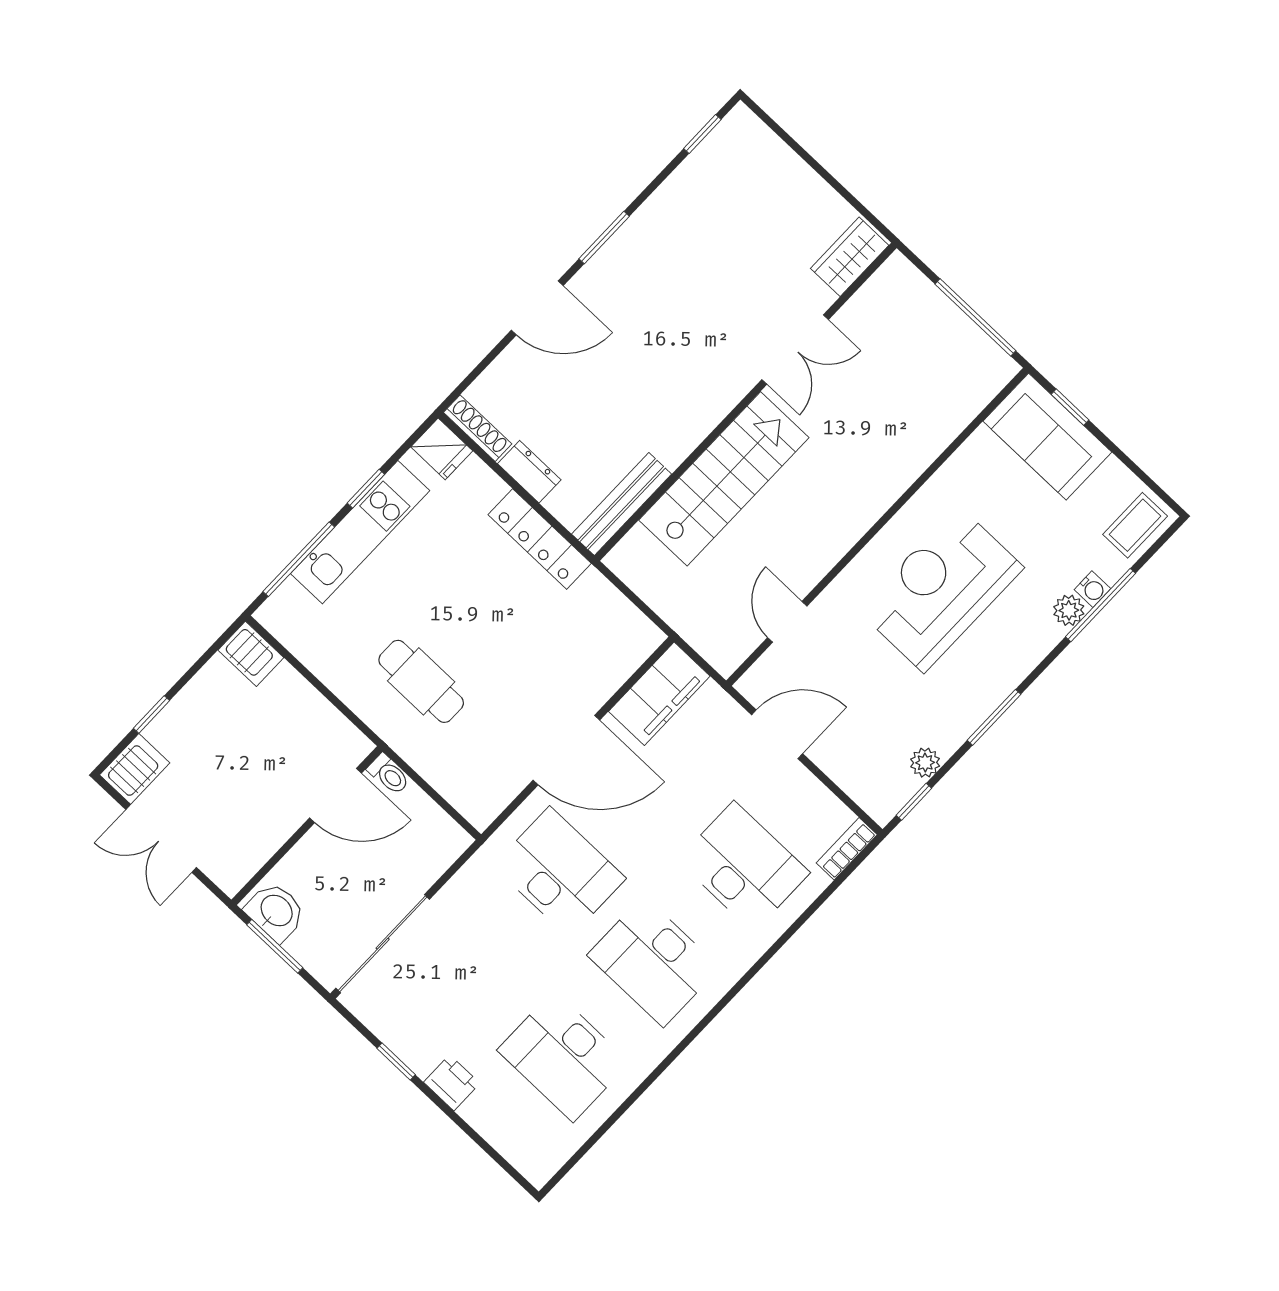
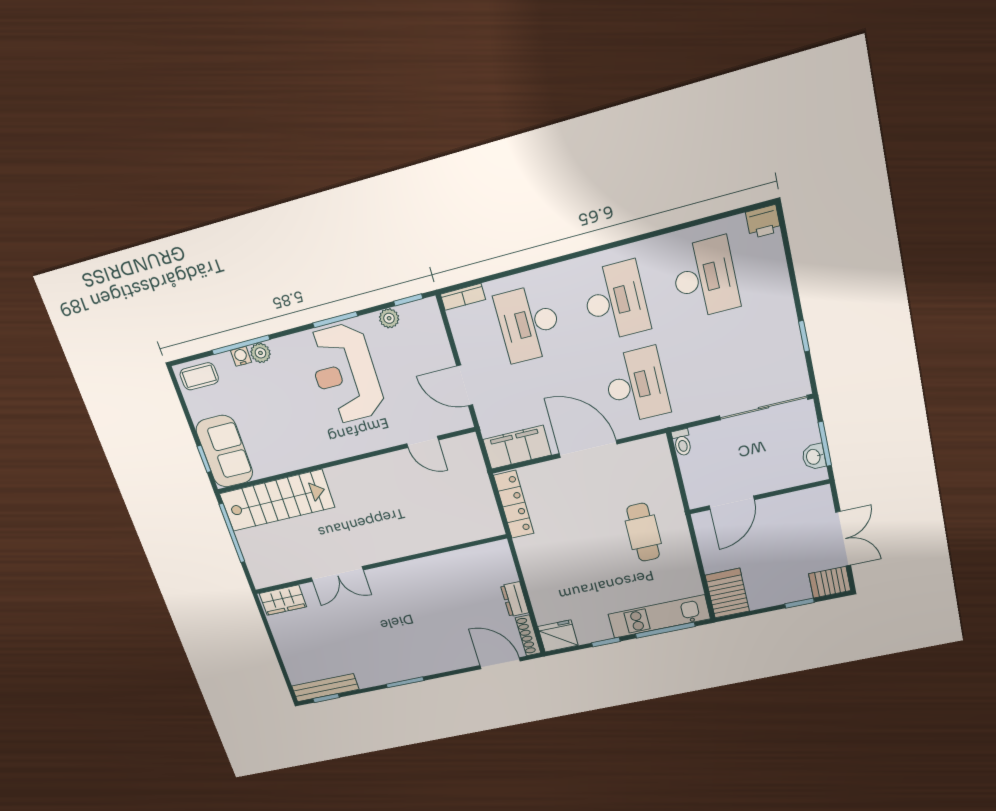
door: (537, 308) -> (500, 663), moved
double door: (795, 350) -> (337, 574), swing flipped
fridge: (442, 449) -> (558, 636), width x1.38
stairs: (724, 479) -> (277, 500), moved, turned 180
bench: (622, 504) -> (325, 688), moved
kitchen unit: (360, 532) -> (659, 617), moved
locker: (540, 539) -> (514, 504), moved
reception desk: (941, 589) -> (345, 374), moved, turned 90
door: (787, 622) -> (423, 442), hinge flipped
server rack: (251, 654) -> (727, 593), width x1.36, depth x1.44
toilet: (389, 774) -> (682, 442), moved, turned 180
door: (335, 795) -> (732, 503), swing flipped
desk: (559, 872) -> (636, 385), turned 180
washbasin: (276, 911) -> (814, 457), width x0.72, depth x0.69
printer: (452, 1083) -> (763, 222), moved, turned -90

